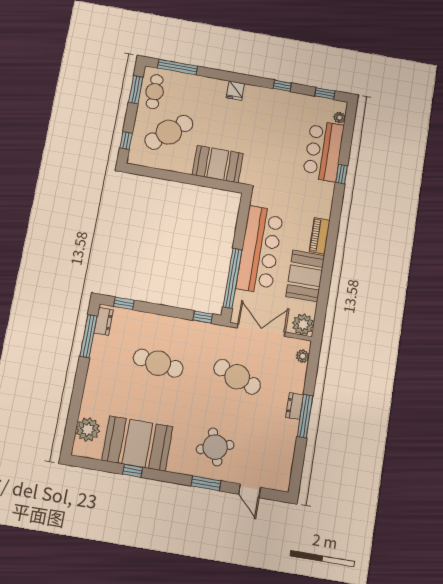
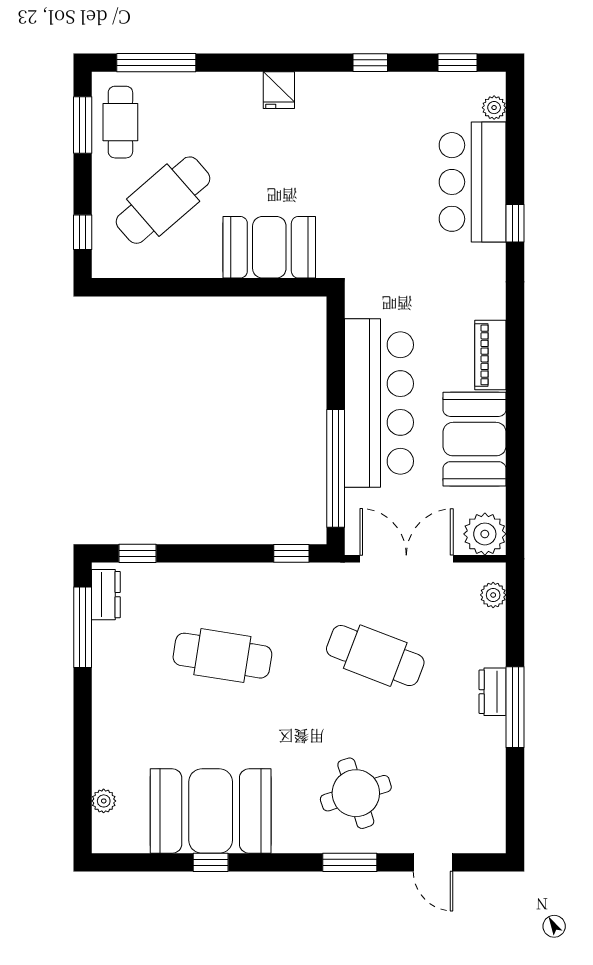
plant: (88, 429) -> (104, 801), width x0.53, depth x0.53

